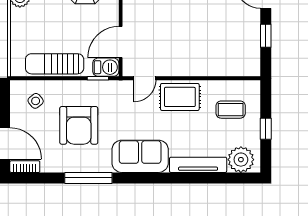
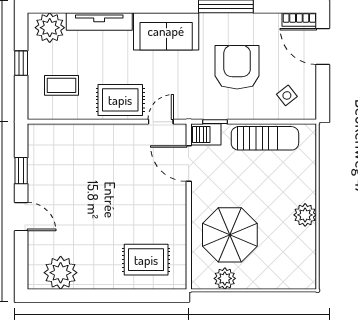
door: (121, 42) -> (189, 163), swing flipped

